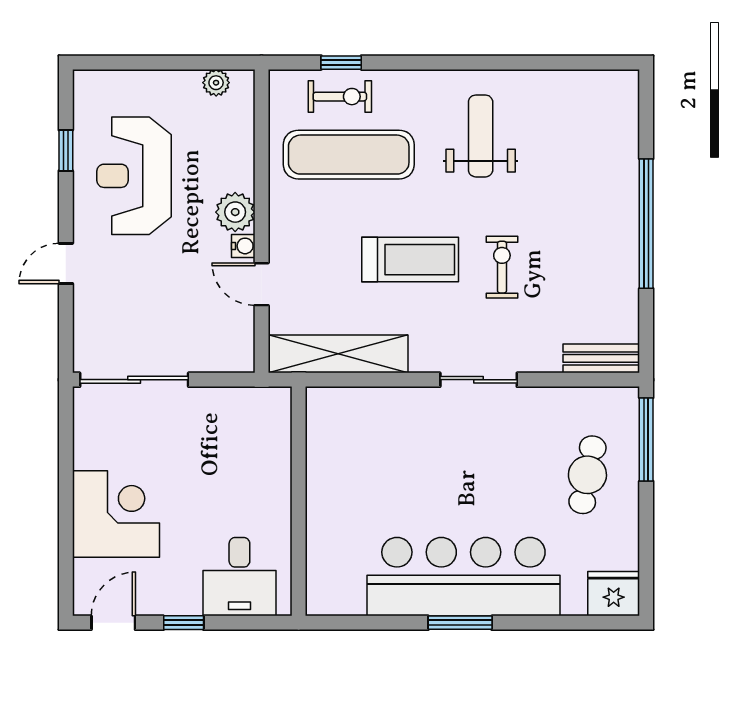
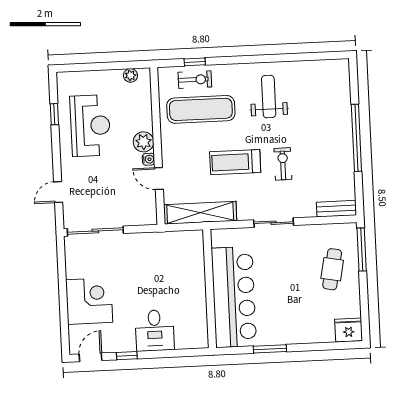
reception desk: (134, 176) -> (90, 126), turned 180
treadmill: (410, 260) -> (235, 162), turned 180
door: (66, 263) -> (58, 192), moved
wall: (299, 501) -> (210, 289), moved
bar counter: (463, 577) -> (234, 297), moved, turned 90

